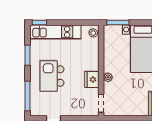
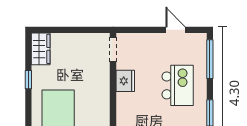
plant: (108, 77) -> (104, 84), removed

